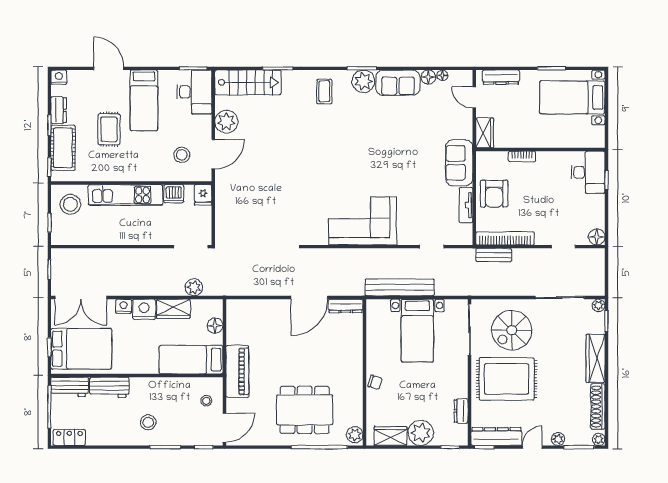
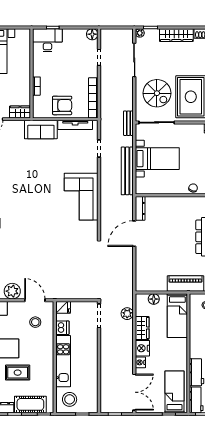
tv unit: (466, 205) -> (75, 125), width x1.41
bench: (494, 255) -> (128, 123), moved
door: (309, 298) -> (134, 234), swing flipped
bed: (81, 349) -> (174, 392), width x0.67

